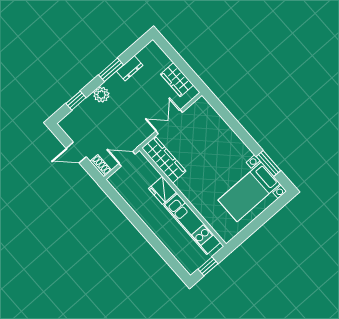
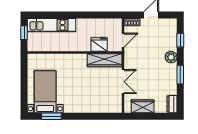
dresser: (130, 68) -> (172, 104), moved
fridge: (162, 190) -> (99, 44), moved
kitchen unit: (192, 224) -> (51, 25), moved, turned 180

